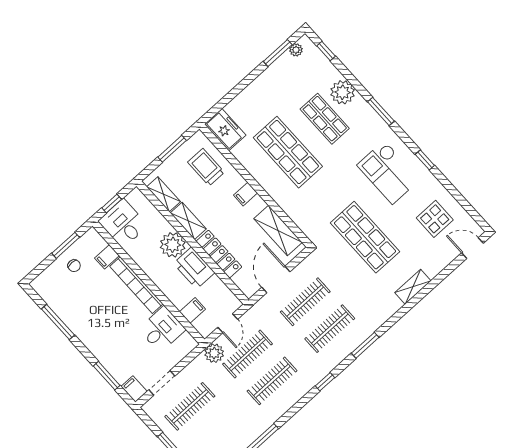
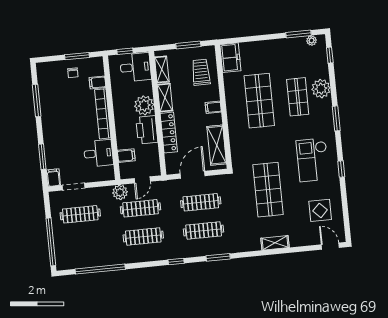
desk: (123, 223) -> (135, 67), moved, turned 90

